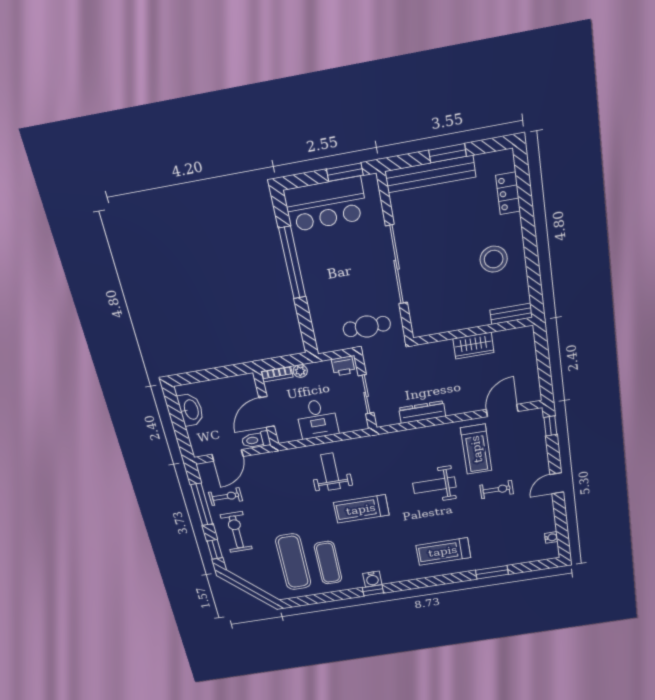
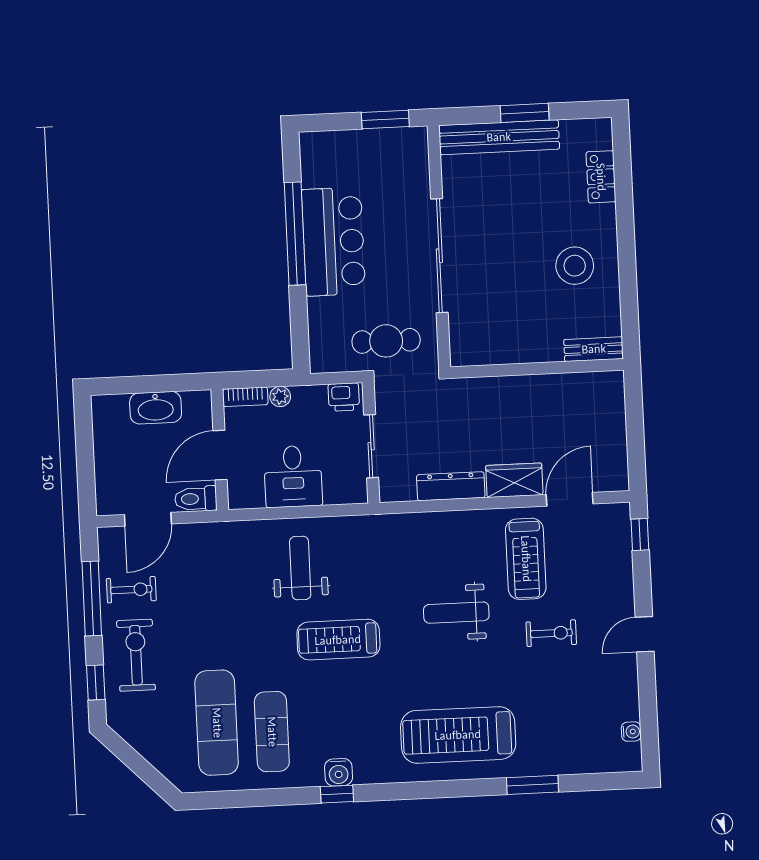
bar counter: (326, 204) -> (333, 242), moved, turned -90
wardrobe: (473, 346) -> (514, 480), moved, turned 180
washbasin: (191, 410) -> (156, 408), moved, turned 90
treadmill: (443, 551) -> (458, 735), width x1.37, depth x1.38

